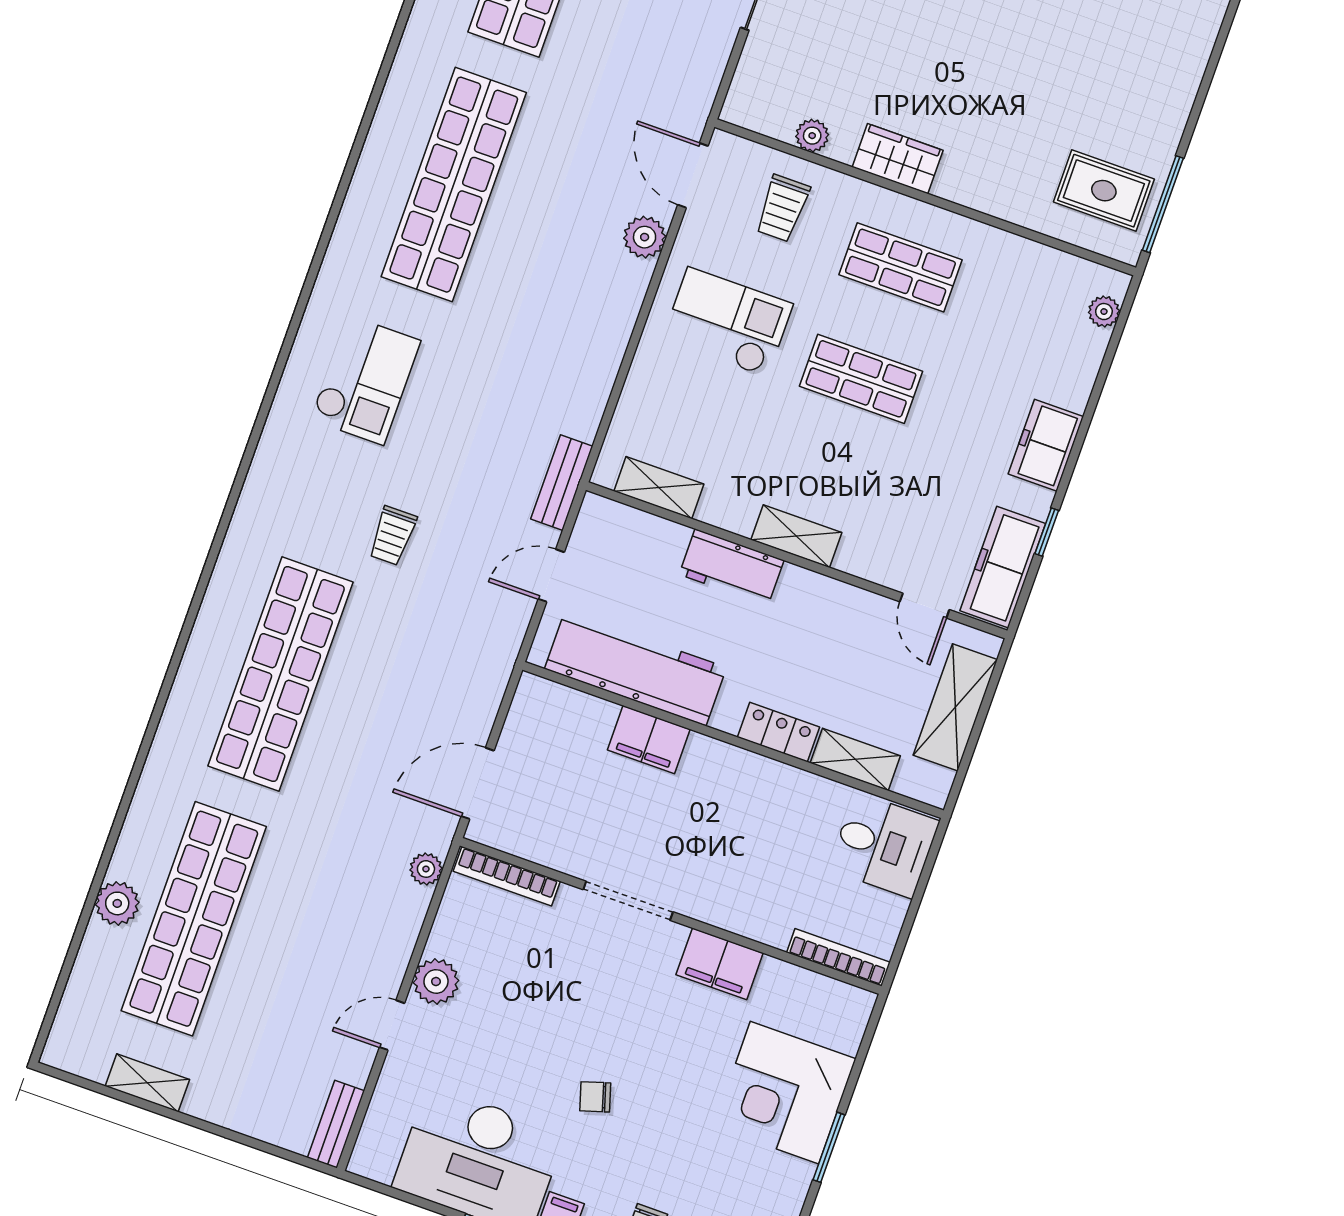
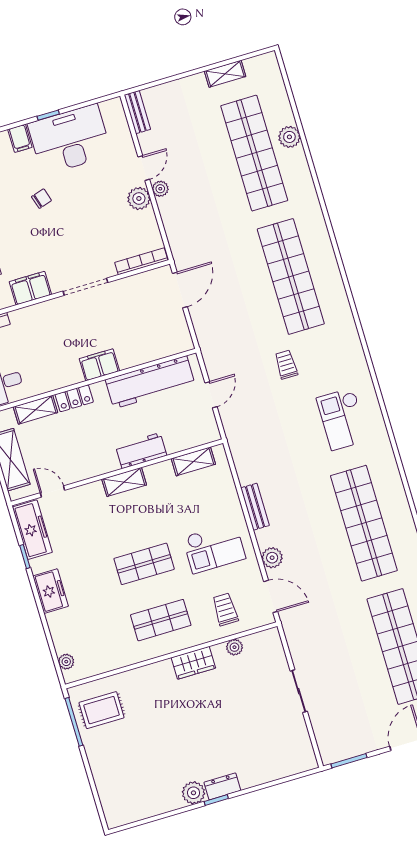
bench: (562, 483) -> (255, 507), moved
filing cabinet: (649, 740) -> (99, 365), moved
plant: (426, 869) -> (160, 189), moved

